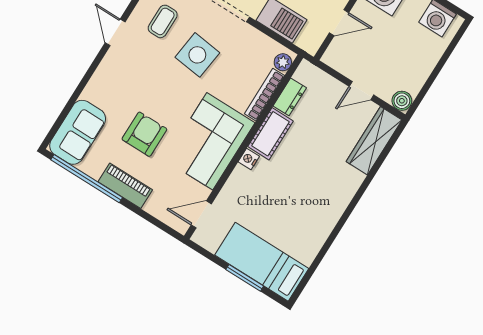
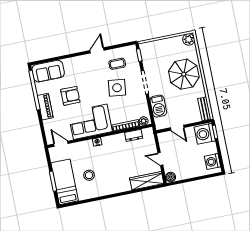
cot: (270, 134) -> (114, 141), removed
stool: (286, 217) -> (89, 175), added

